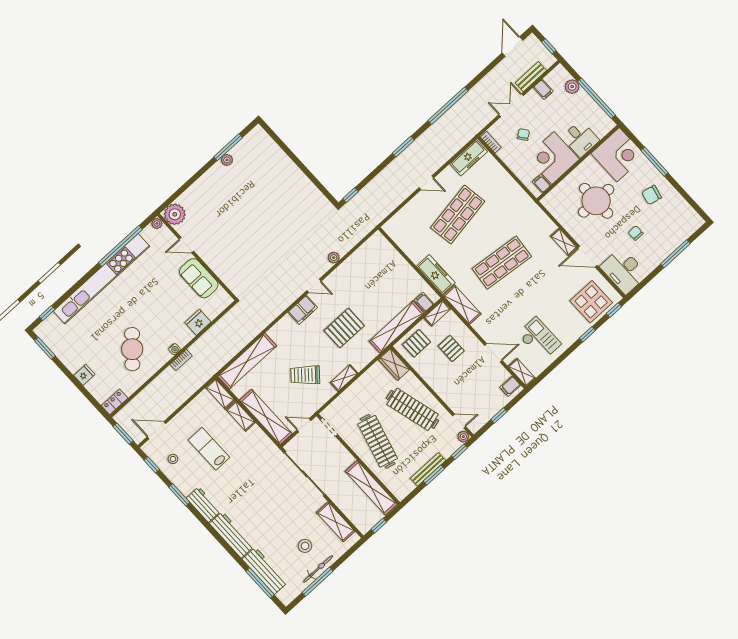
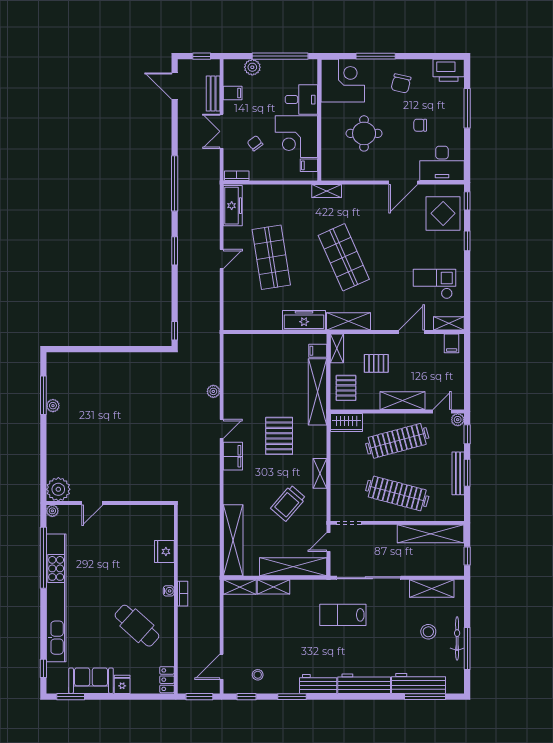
round table: (596, 201) -> (364, 133), width x0.73, depth x0.73
printer: (689, 218) -> (449, 70), added
shelving: (564, 242) -> (327, 191), moved
shop shelf: (502, 263) -> (344, 257), turned -30
sofa: (199, 278) -> (91, 681), moved, turned 180
shelving: (442, 389) -> (403, 401), added
window: (499, 416) -> (467, 375), removed
lab bench: (209, 449) -> (343, 615), moved

